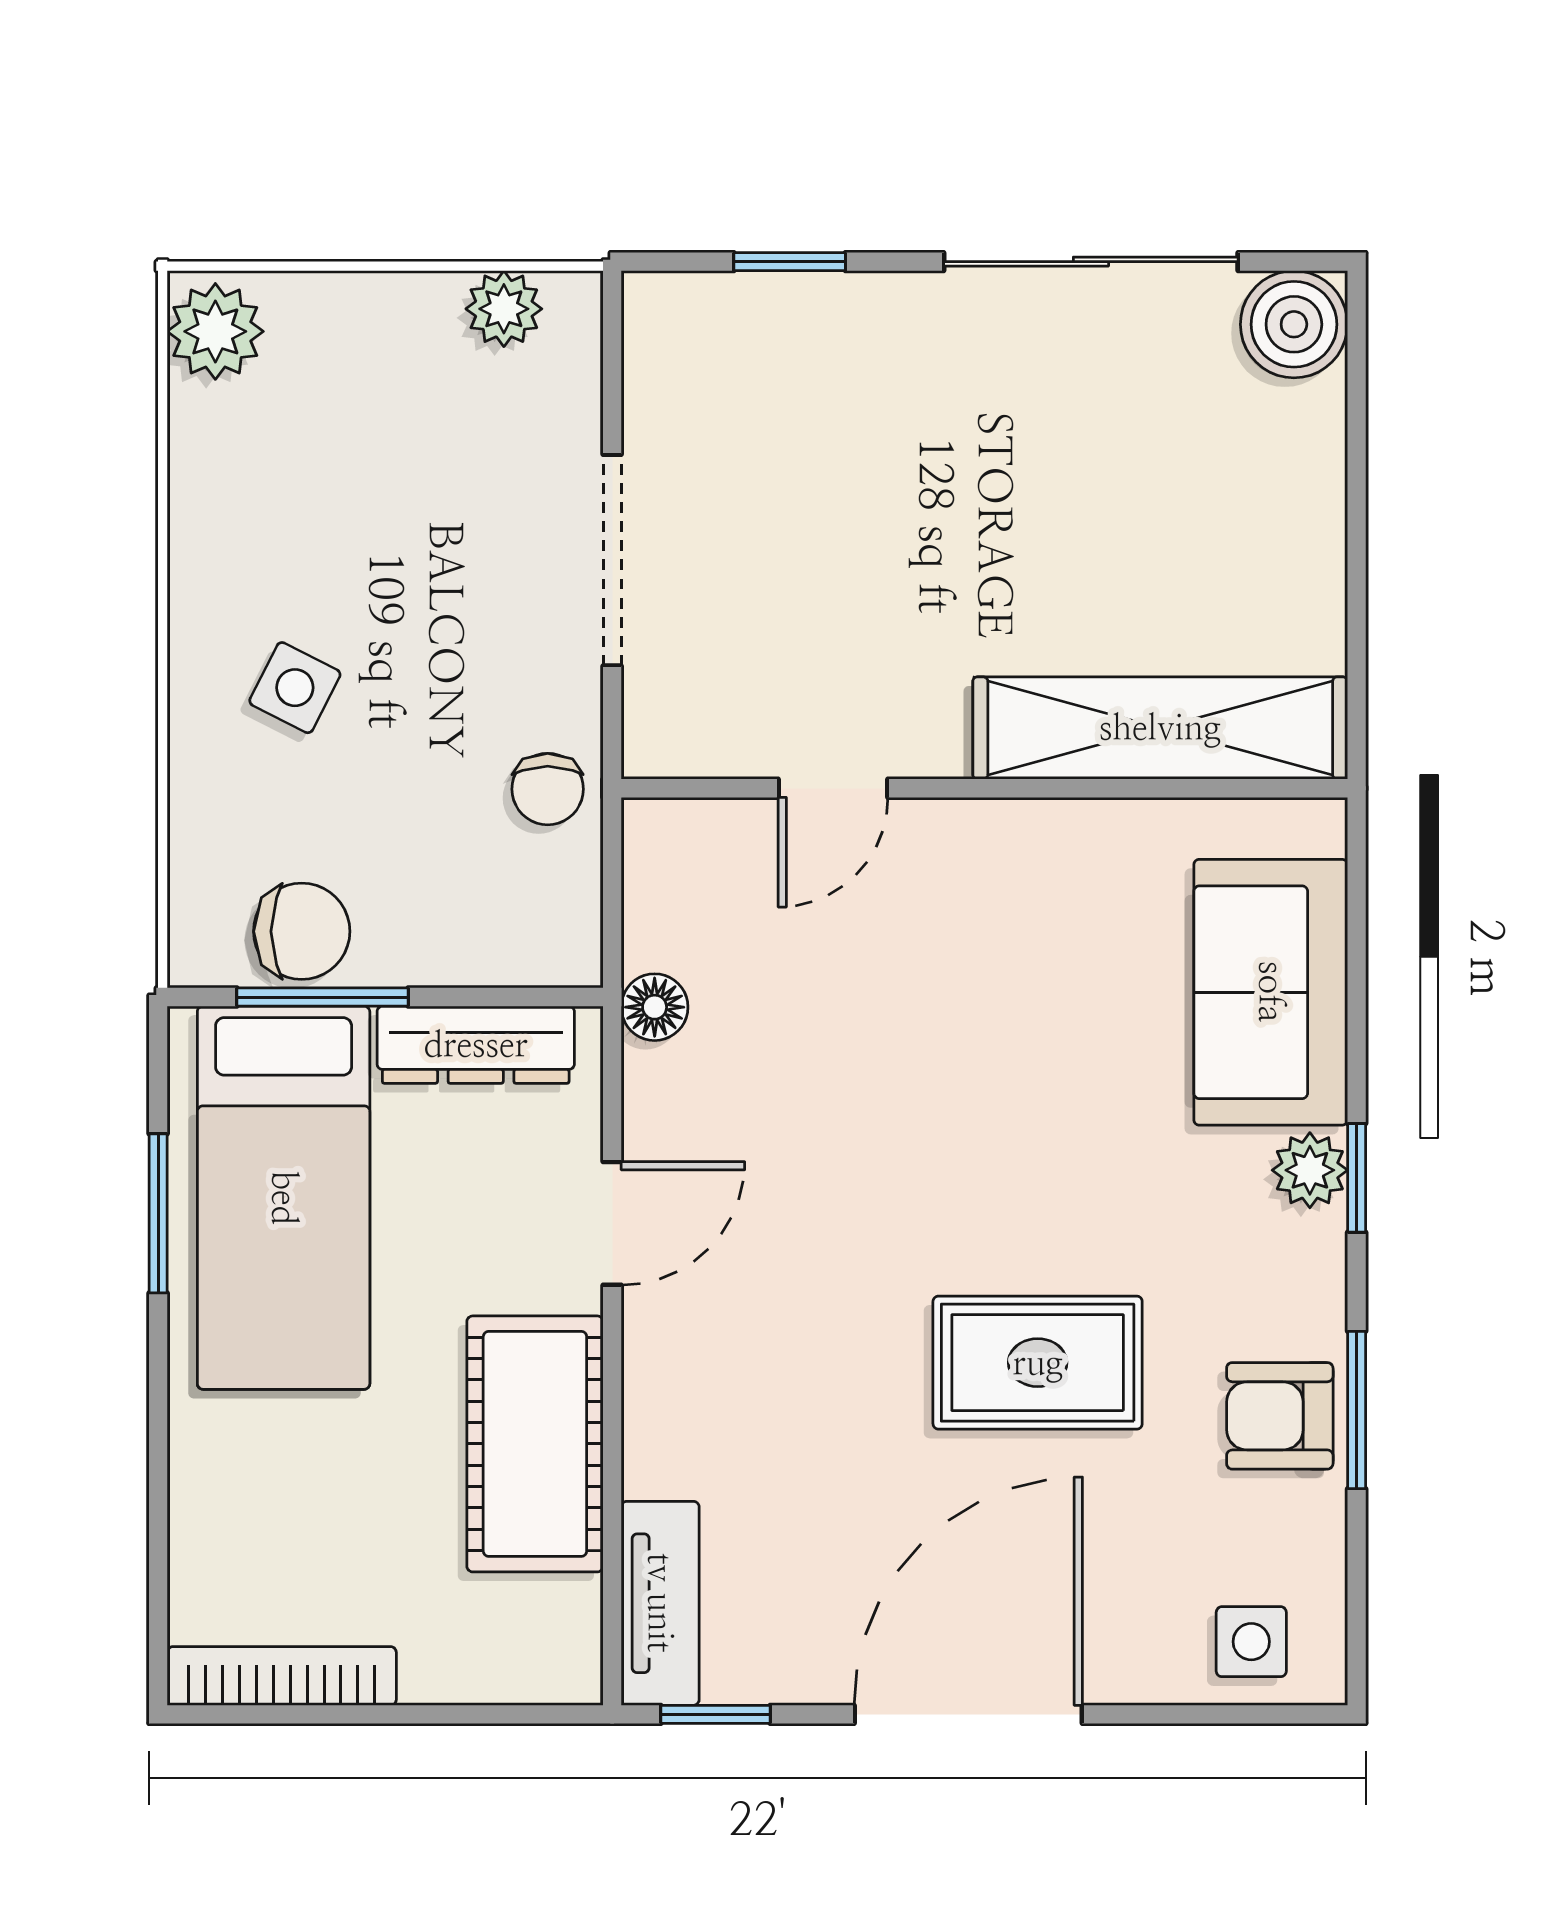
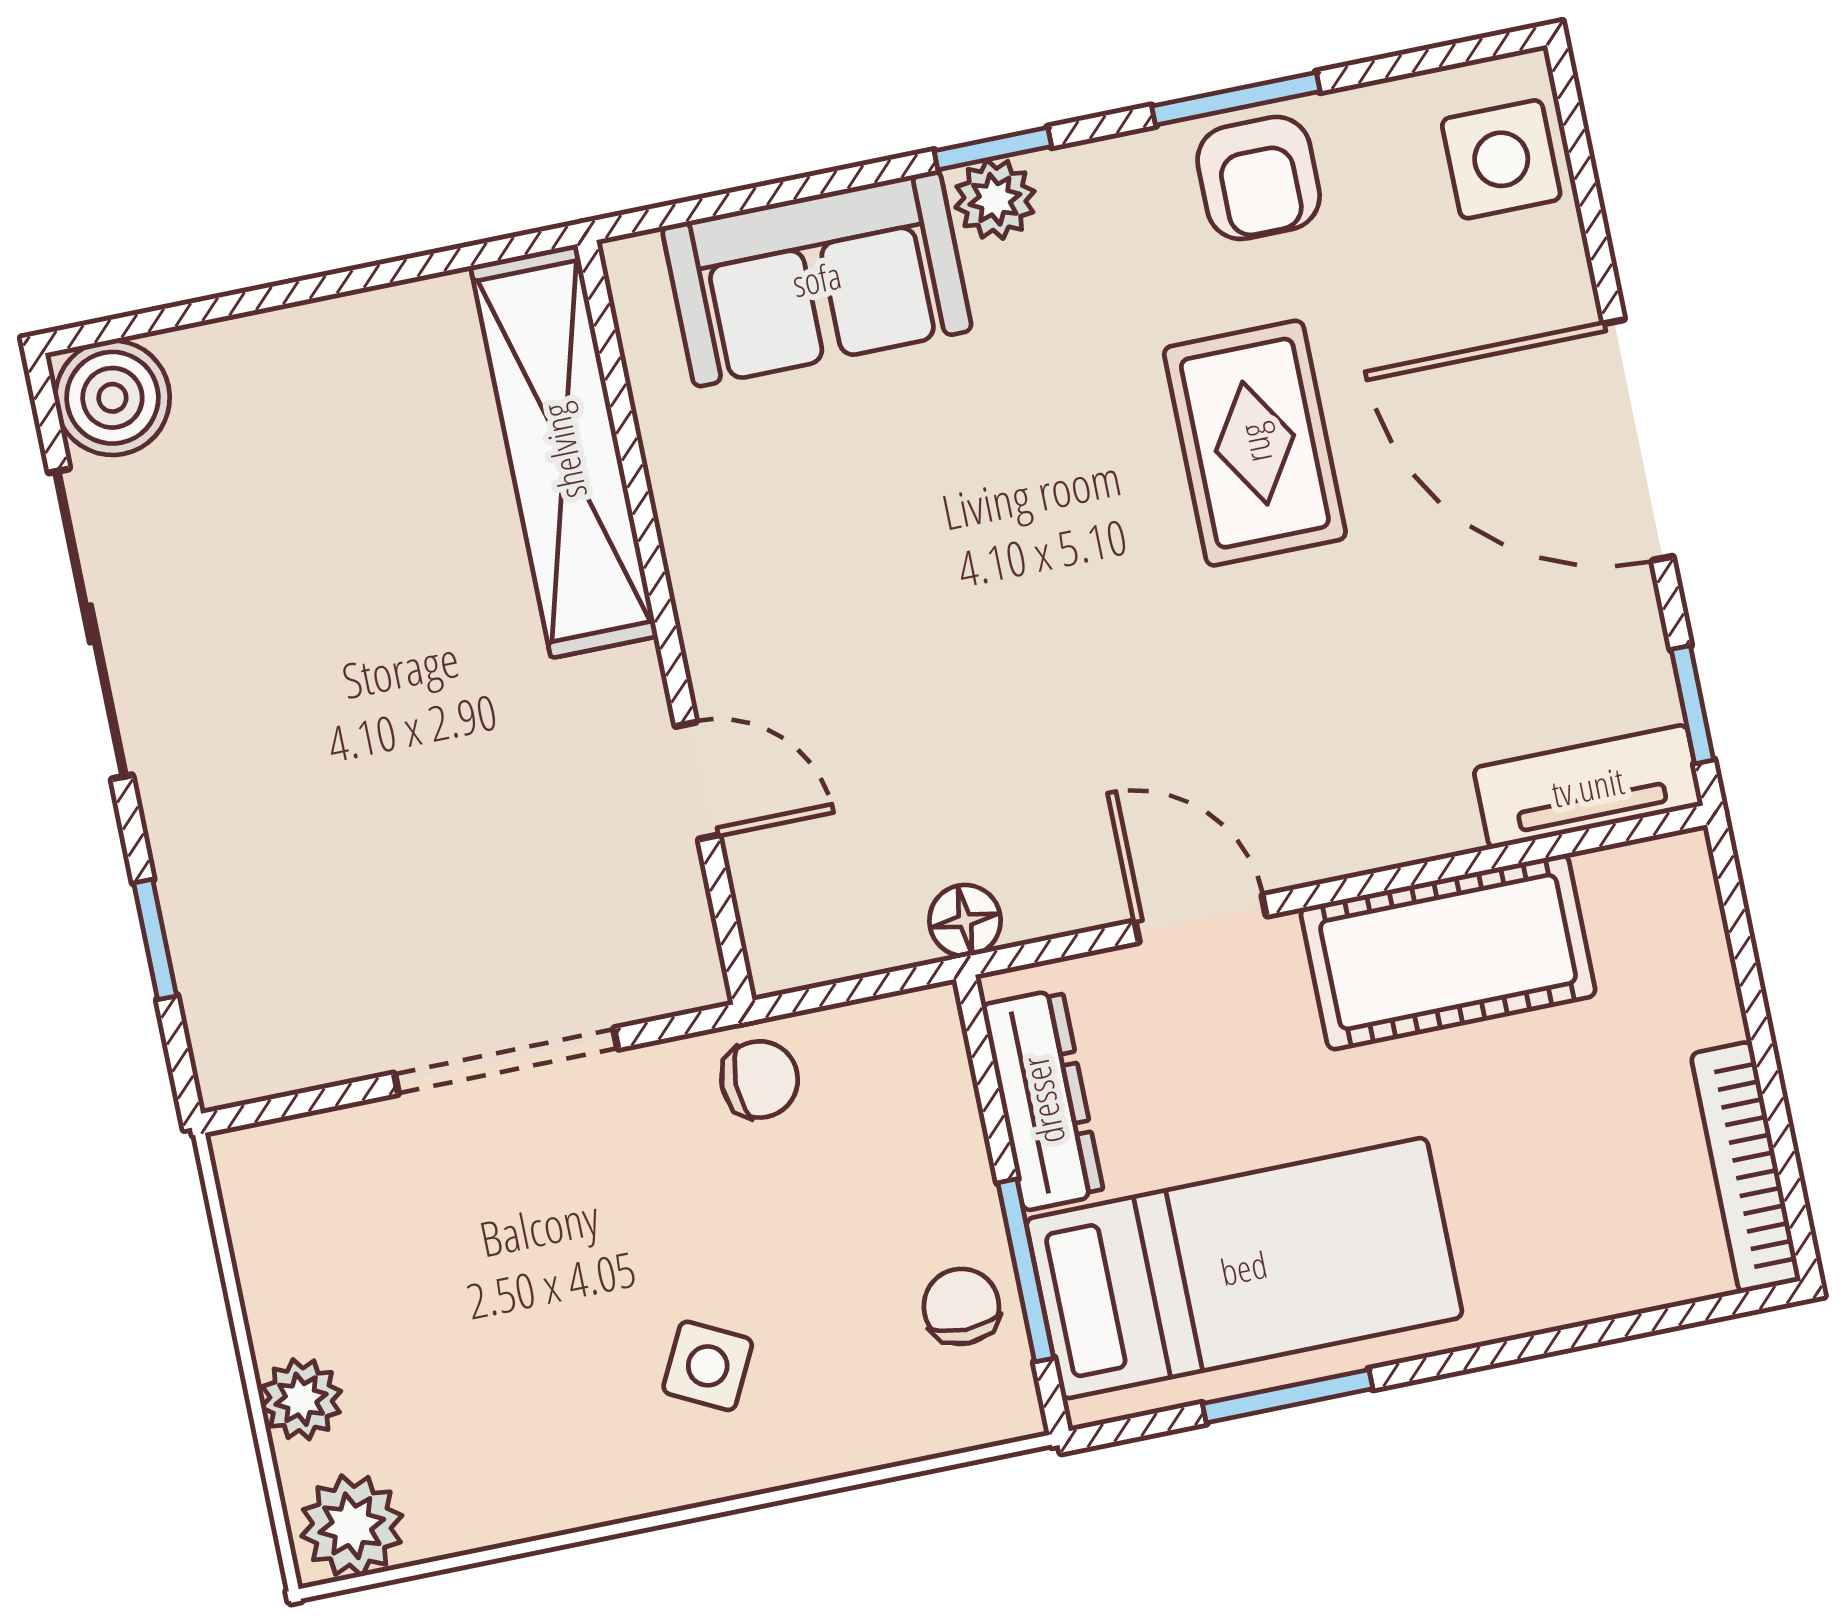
plant: (504, 309) -> (301, 1399), moved
chair: (302, 931) -> (961, 1306), width x0.73, depth x0.73
side table: (1251, 1642) -> (1501, 159), width x1.37, depth x1.37

